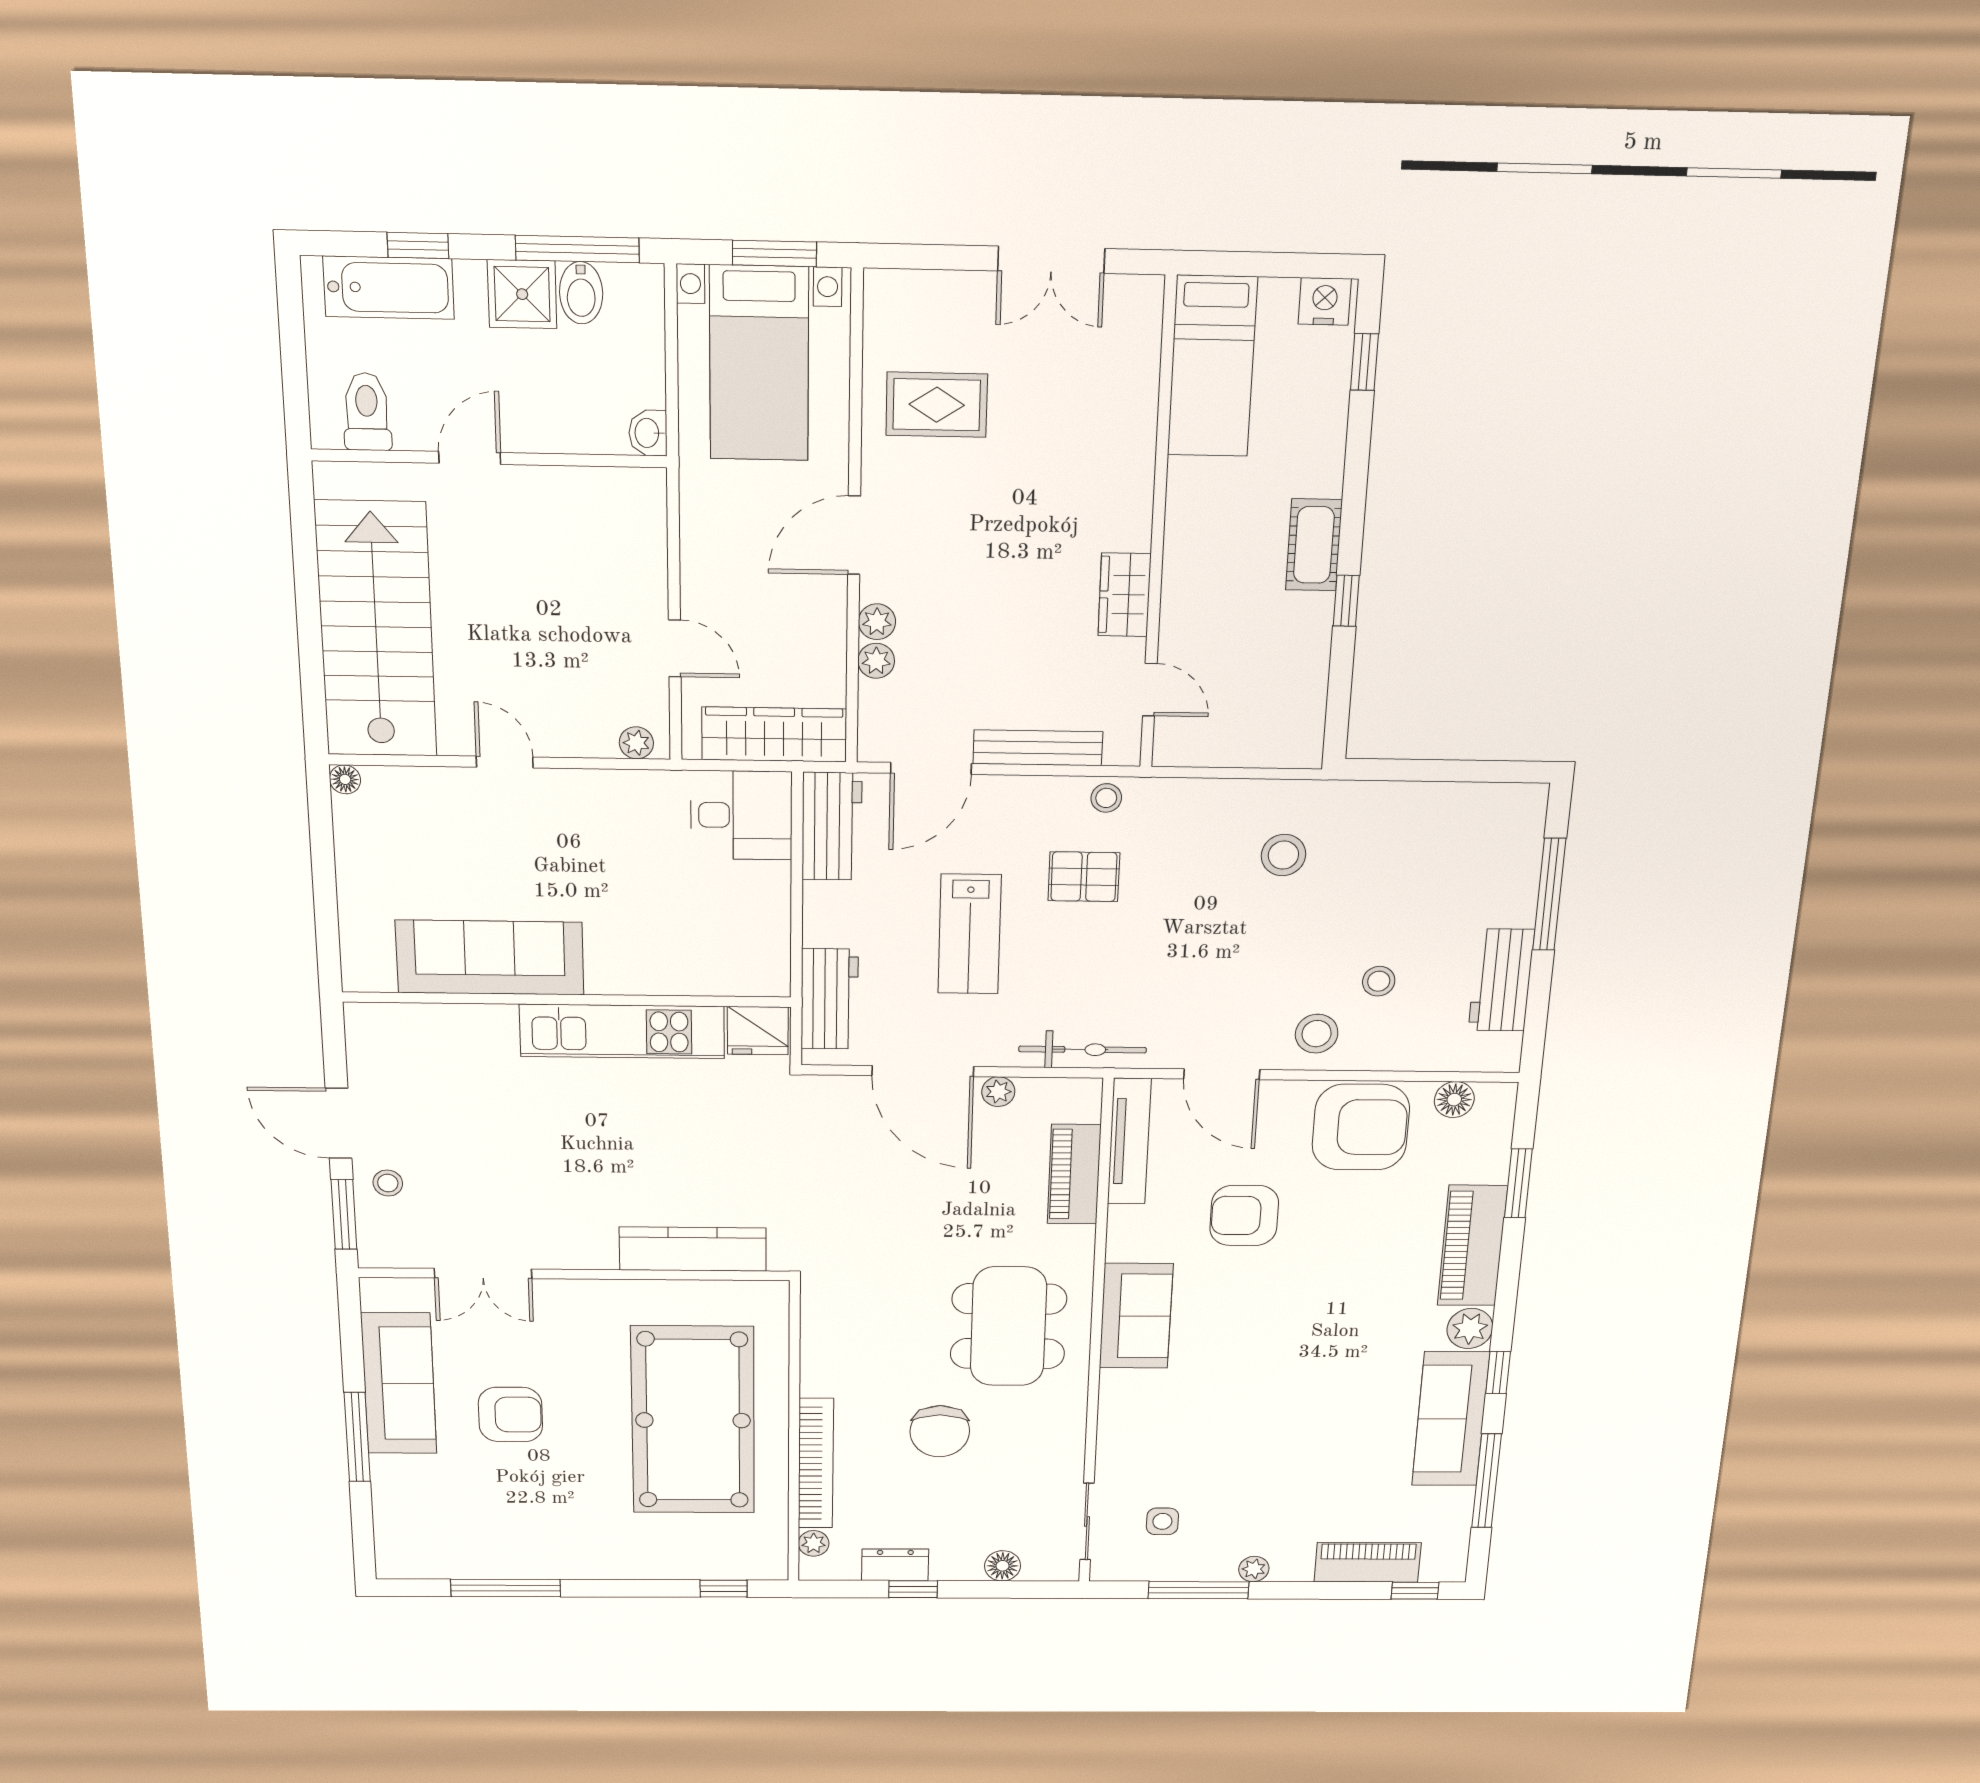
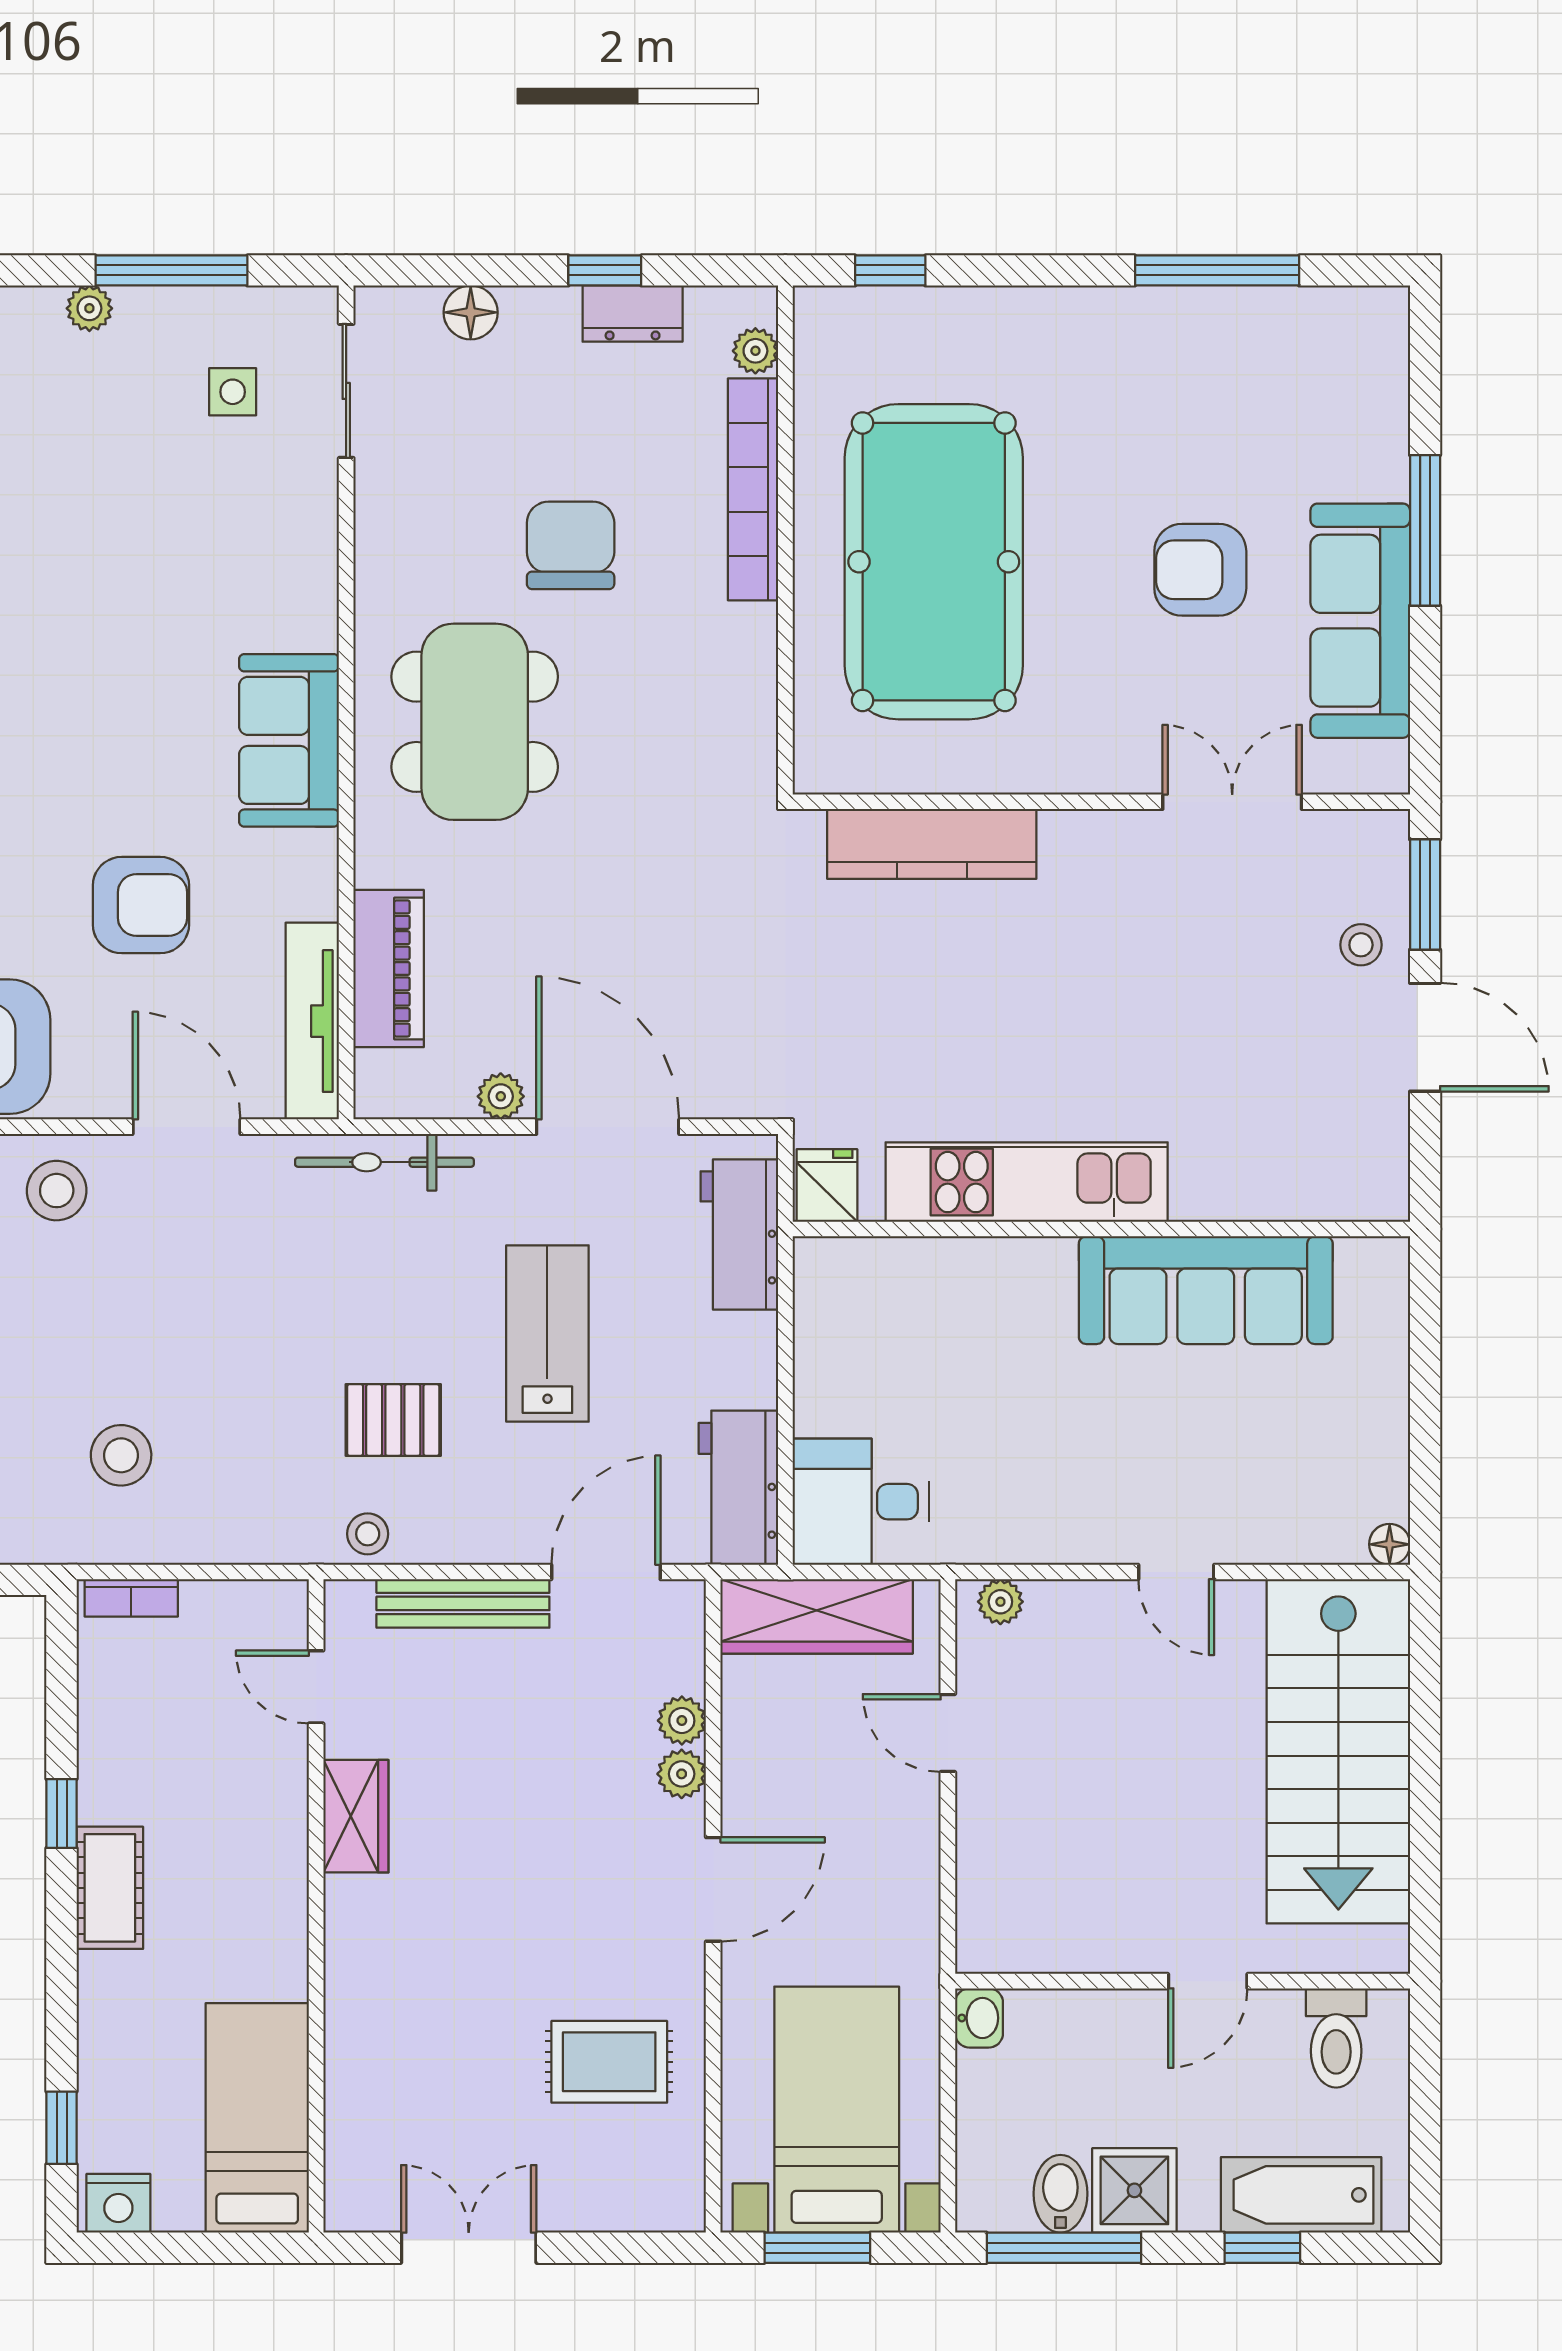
bookcase: (1283, 755) -> (131, 1598), added
fridge: (758, 1031) -> (827, 1185), width x0.72

